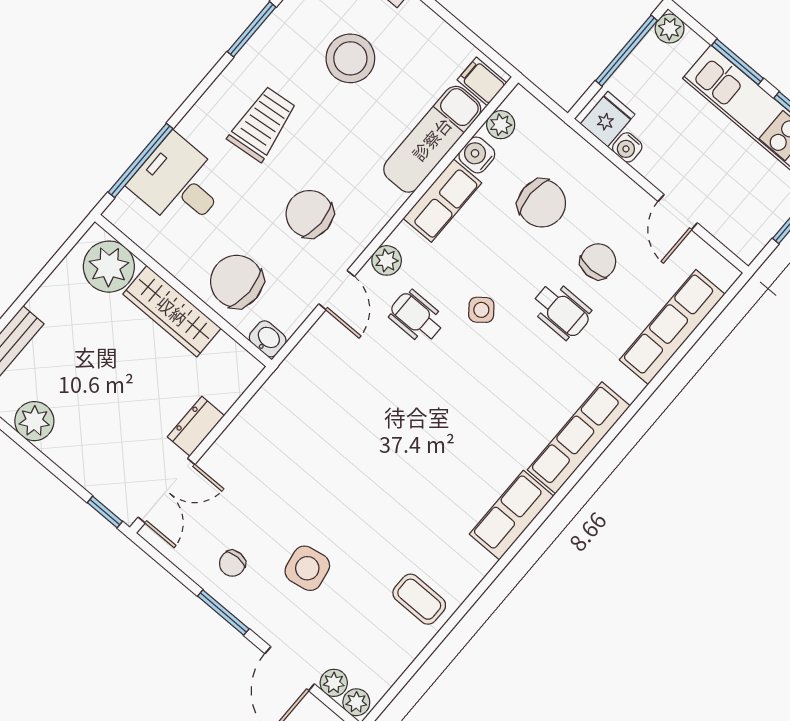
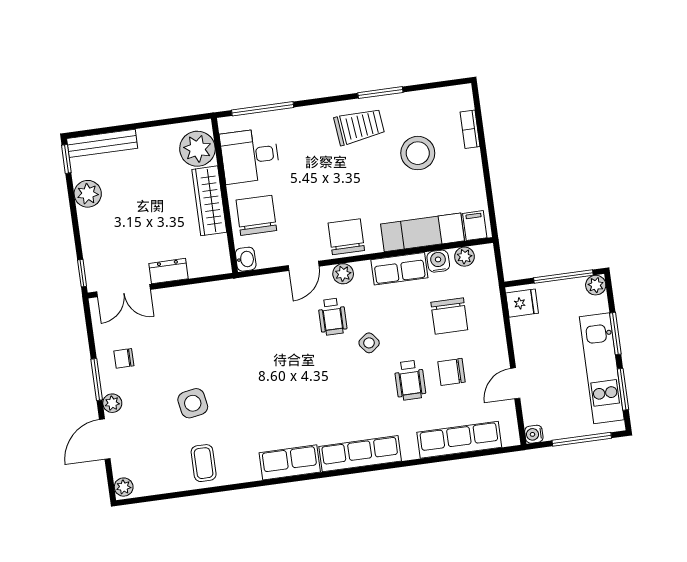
trolley: (262, 124) -> (359, 126), moved
water cooler: (627, 147) -> (534, 434), moved
desk: (179, 183) -> (250, 156), moved, turned -90
chair: (309, 214) -> (346, 237), moved
chair: (598, 261) -> (451, 372), turned 180
wheelchair: (417, 317) -> (332, 317), turned 180
side table: (307, 568) -> (193, 403), moved
plant: (334, 683) -> (112, 403), moved

